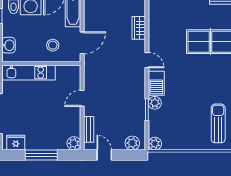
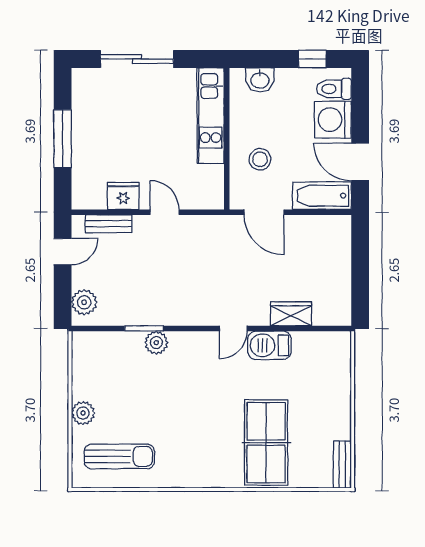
barbecue: (156, 83) -> (269, 345), moved
fridge: (16, 143) -> (123, 196), moved, turned -90
plant: (74, 143) -> (84, 197), removed
plant: (155, 144) -> (83, 413), moved

